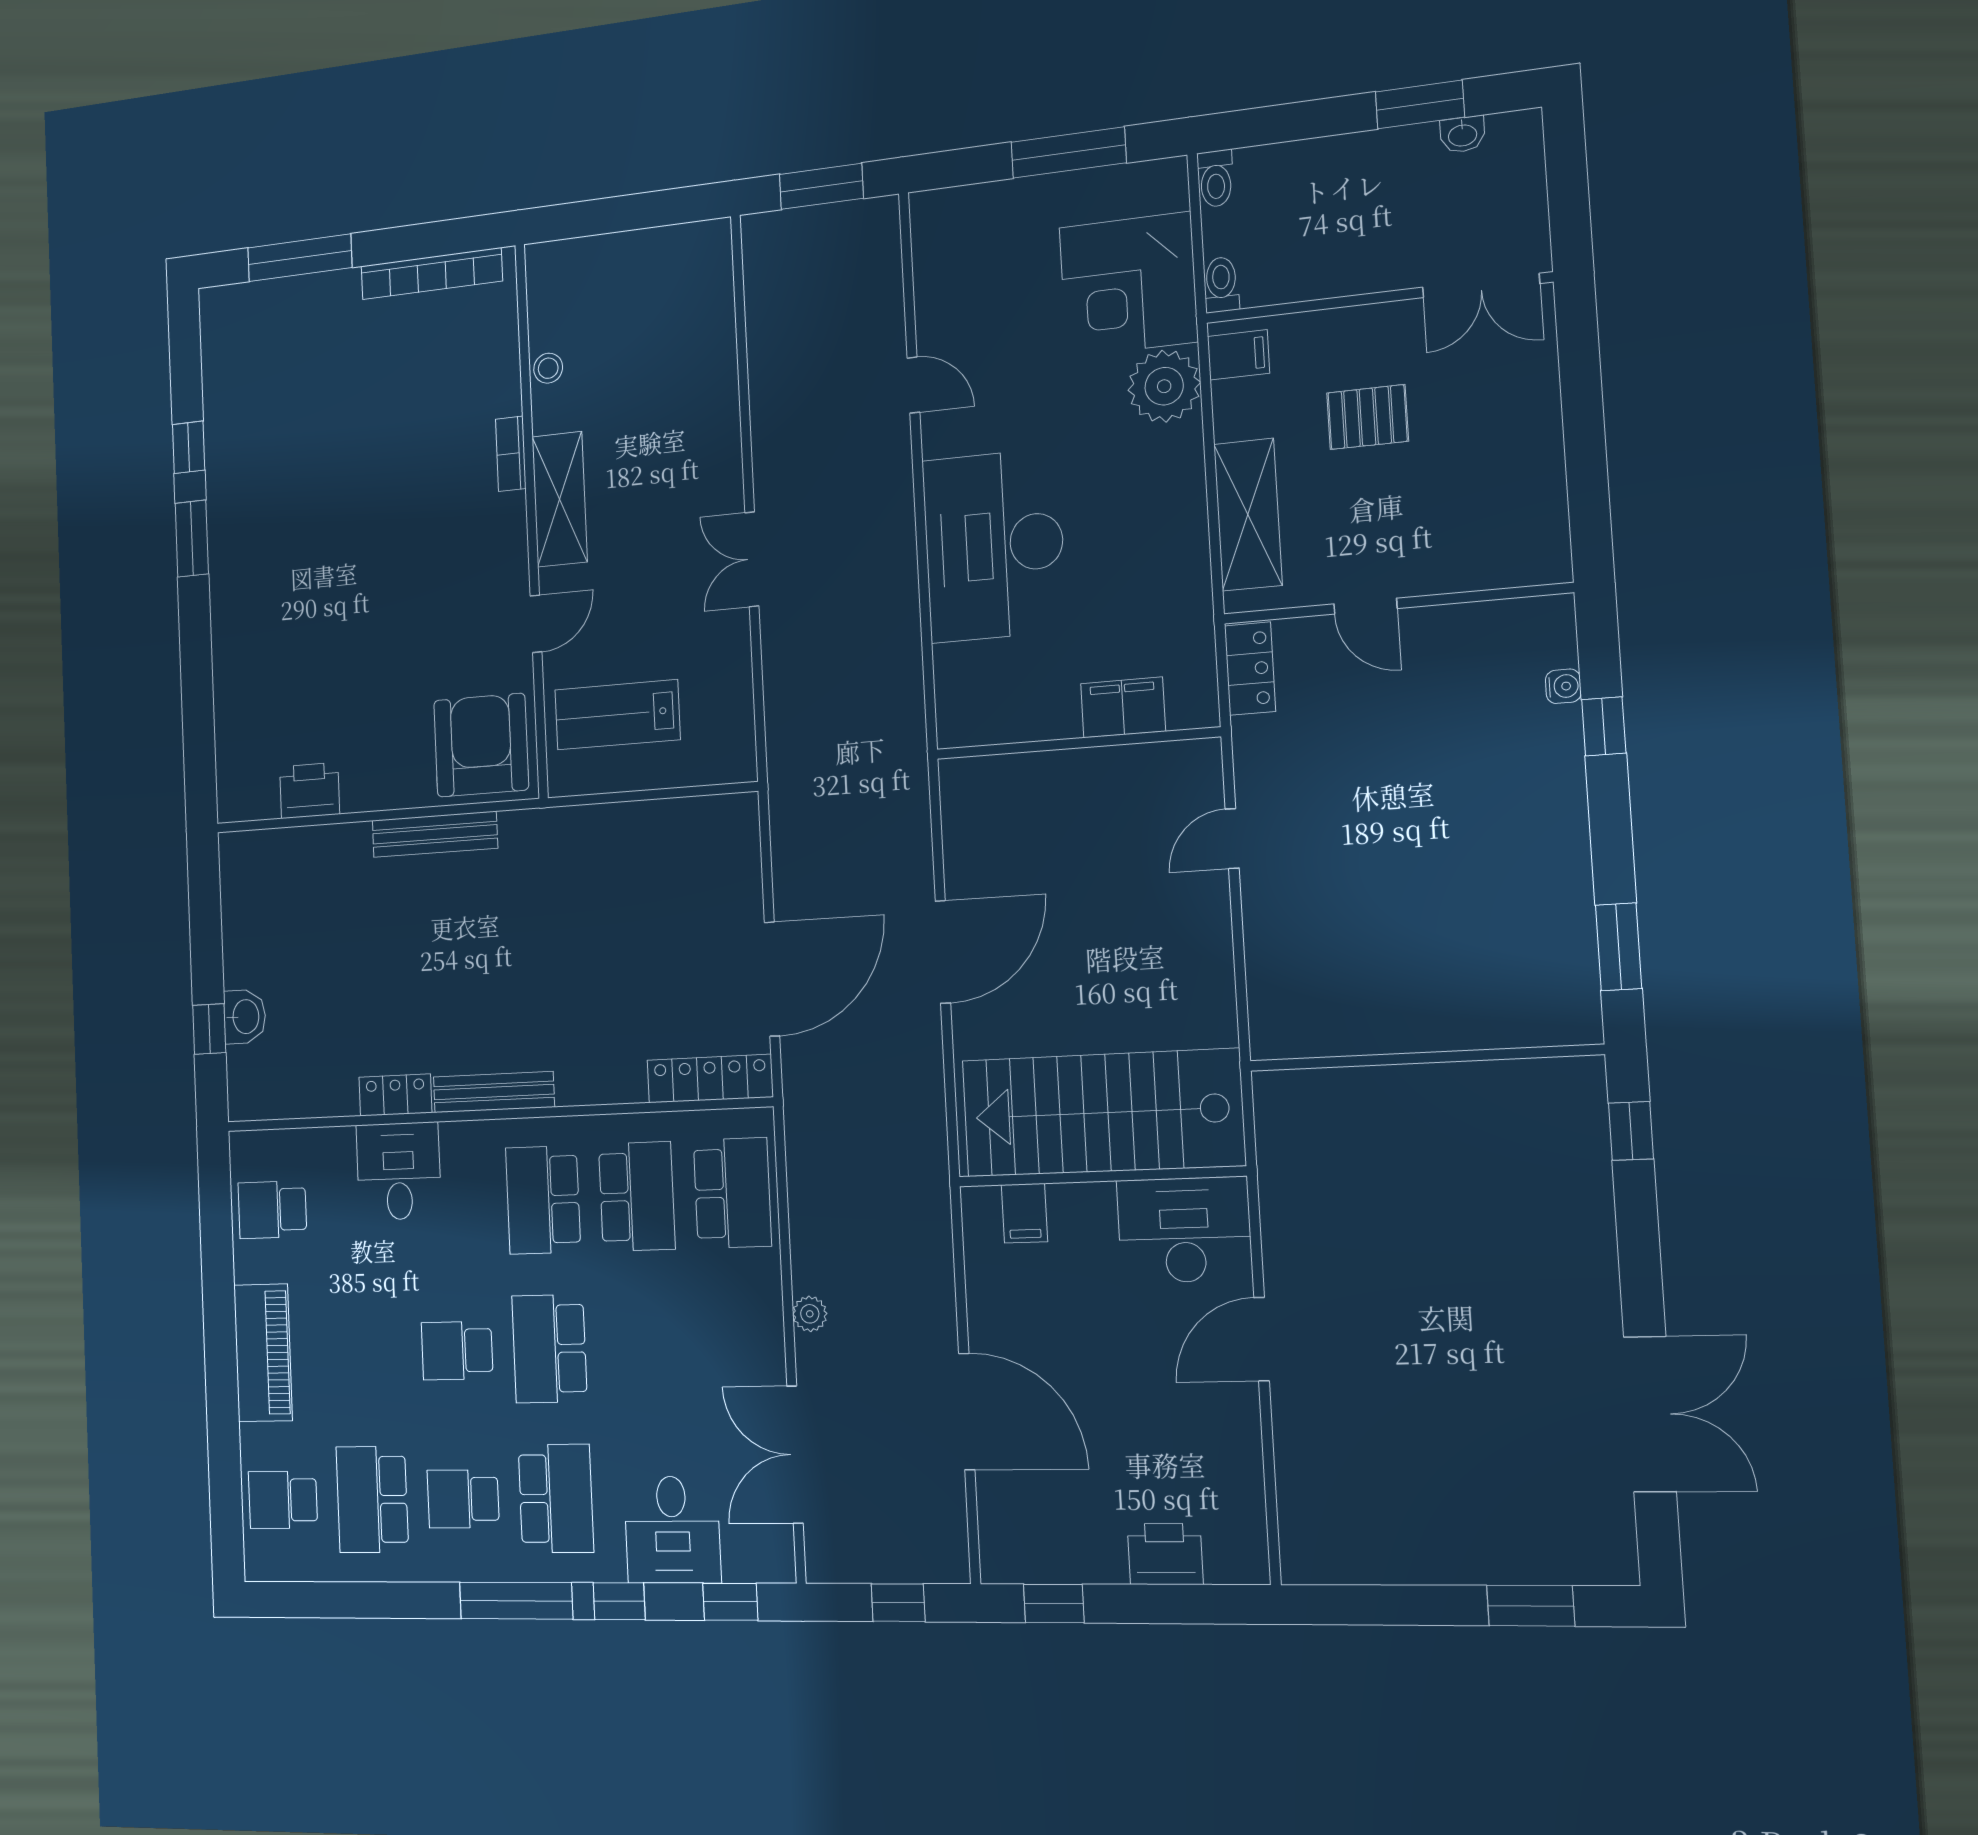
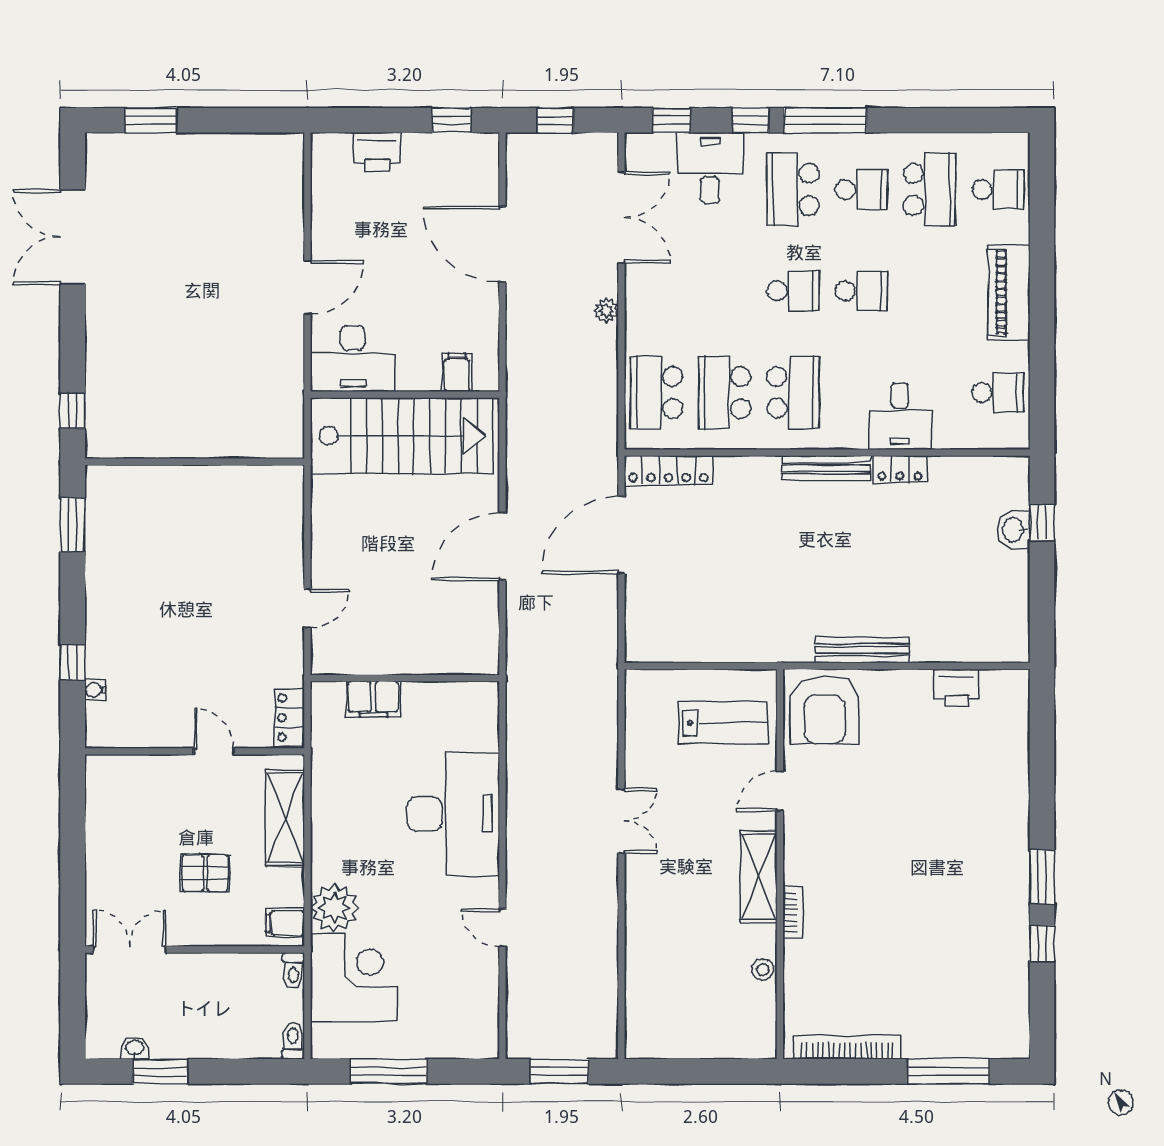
school desk: (549, 1349) -> (793, 291), width x0.54

